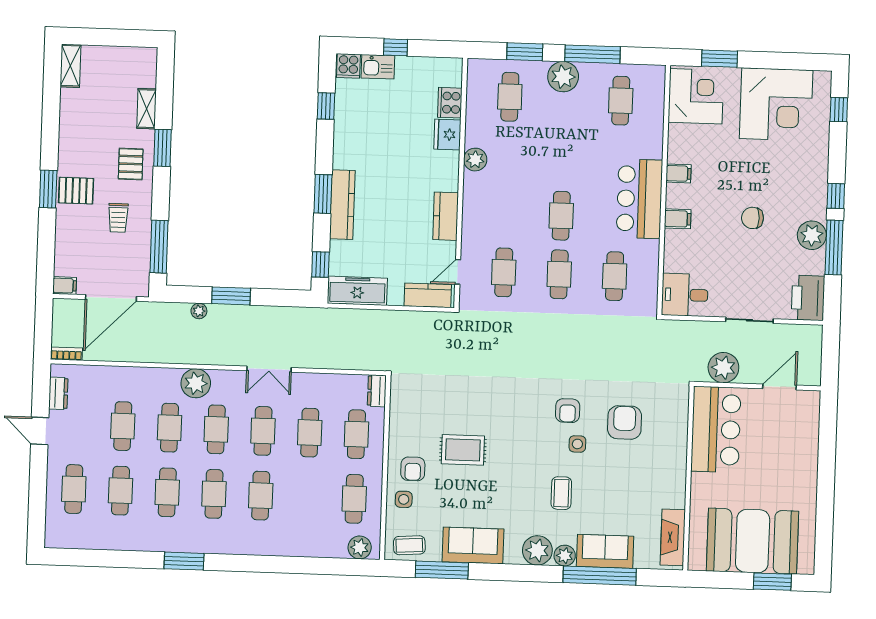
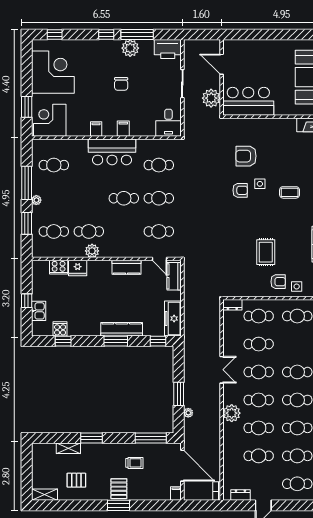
cooker: (348, 66) -> (60, 329), moved, turned -90
plant: (563, 77) -> (36, 200), width x0.53, depth x0.53
cafe table: (508, 155) -> (89, 231), added
pallet: (131, 164) -> (76, 480), moved

